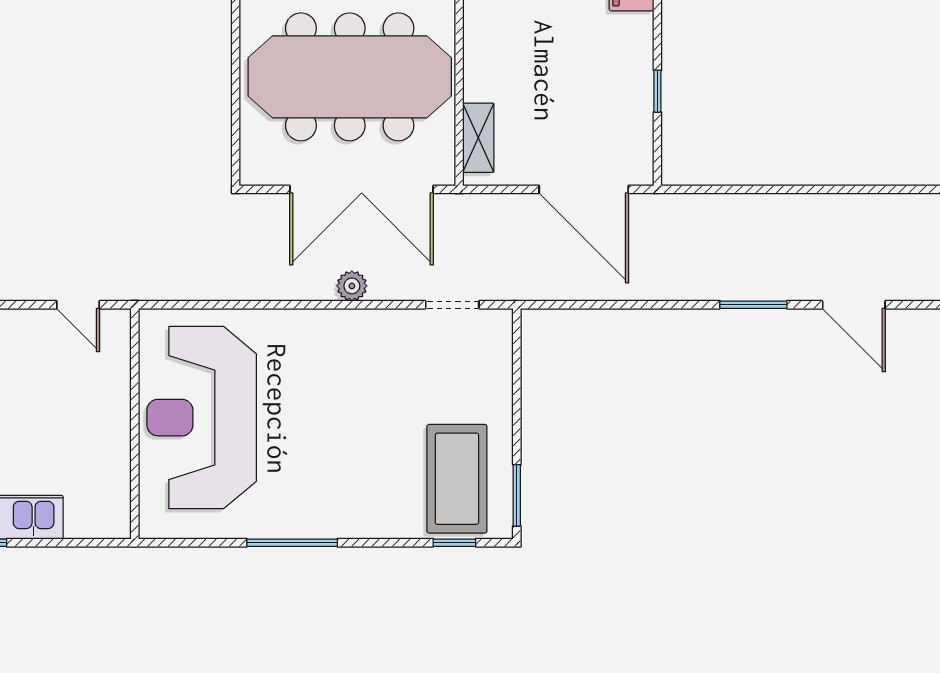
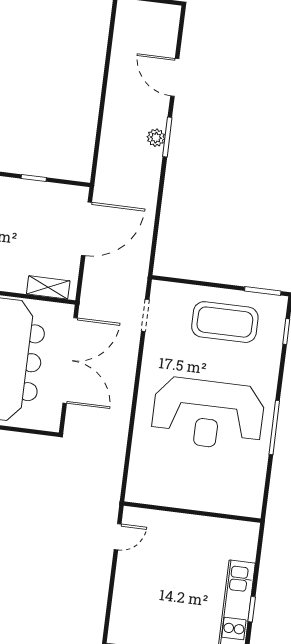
plant: (352, 286) -> (156, 138), moved
door: (854, 305) -> (175, 77), swing flipped
reception desk: (202, 418) -> (208, 414), moved
coffee table: (457, 479) -> (225, 322), moved

